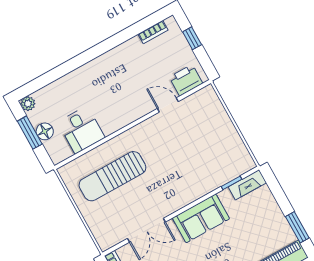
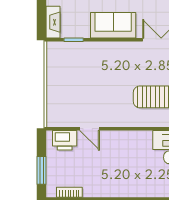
window: (192, 38) -> (41, 170), width x1.50
fireplace: (247, 185) -> (53, 22), moved, turned 90

